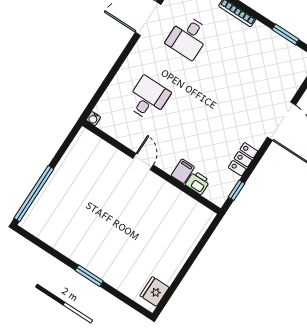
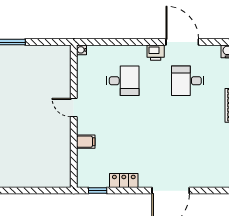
door: (143, 162) -> (74, 108), swing flipped
printer: (198, 183) -> (156, 53), moved, turned 90

